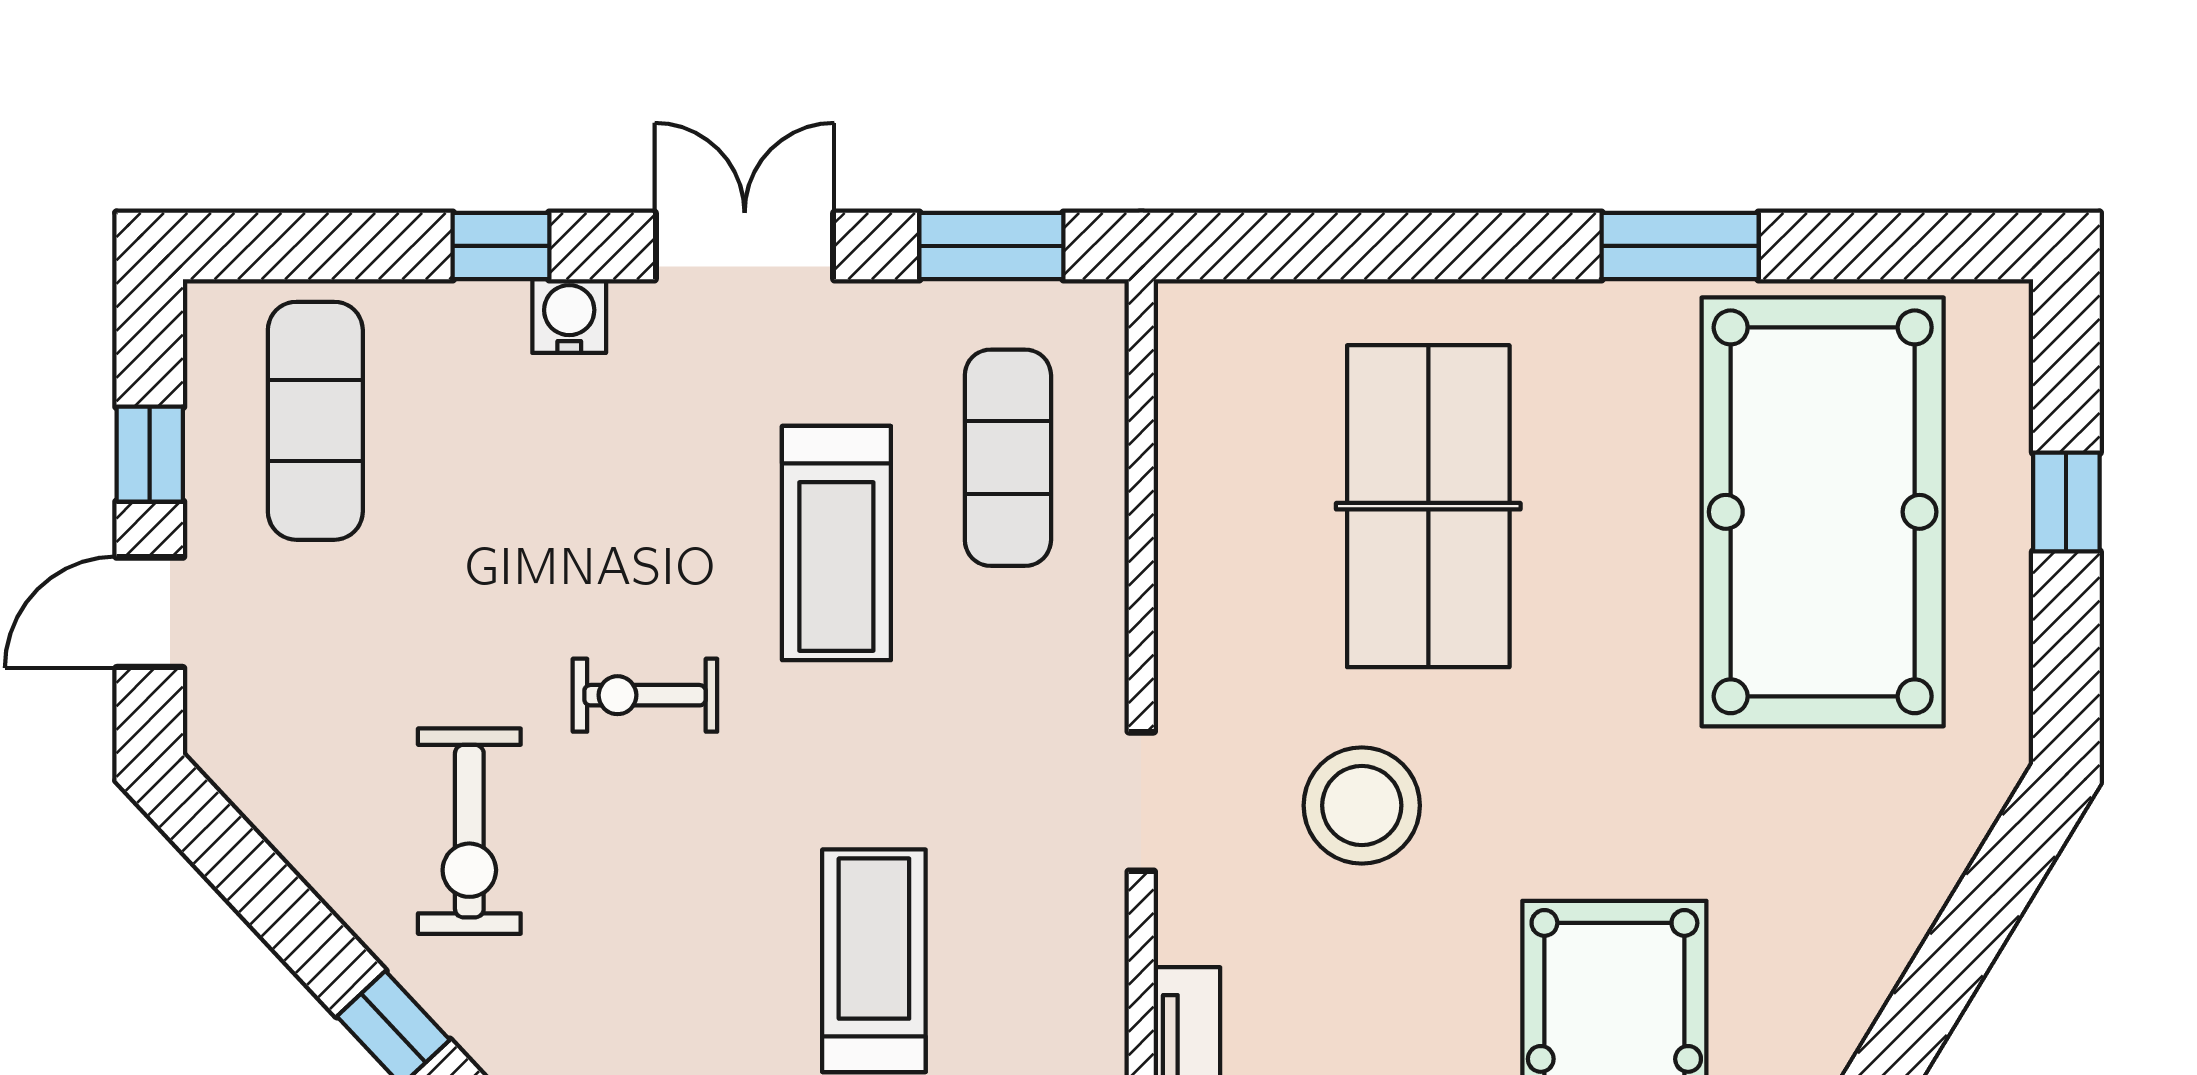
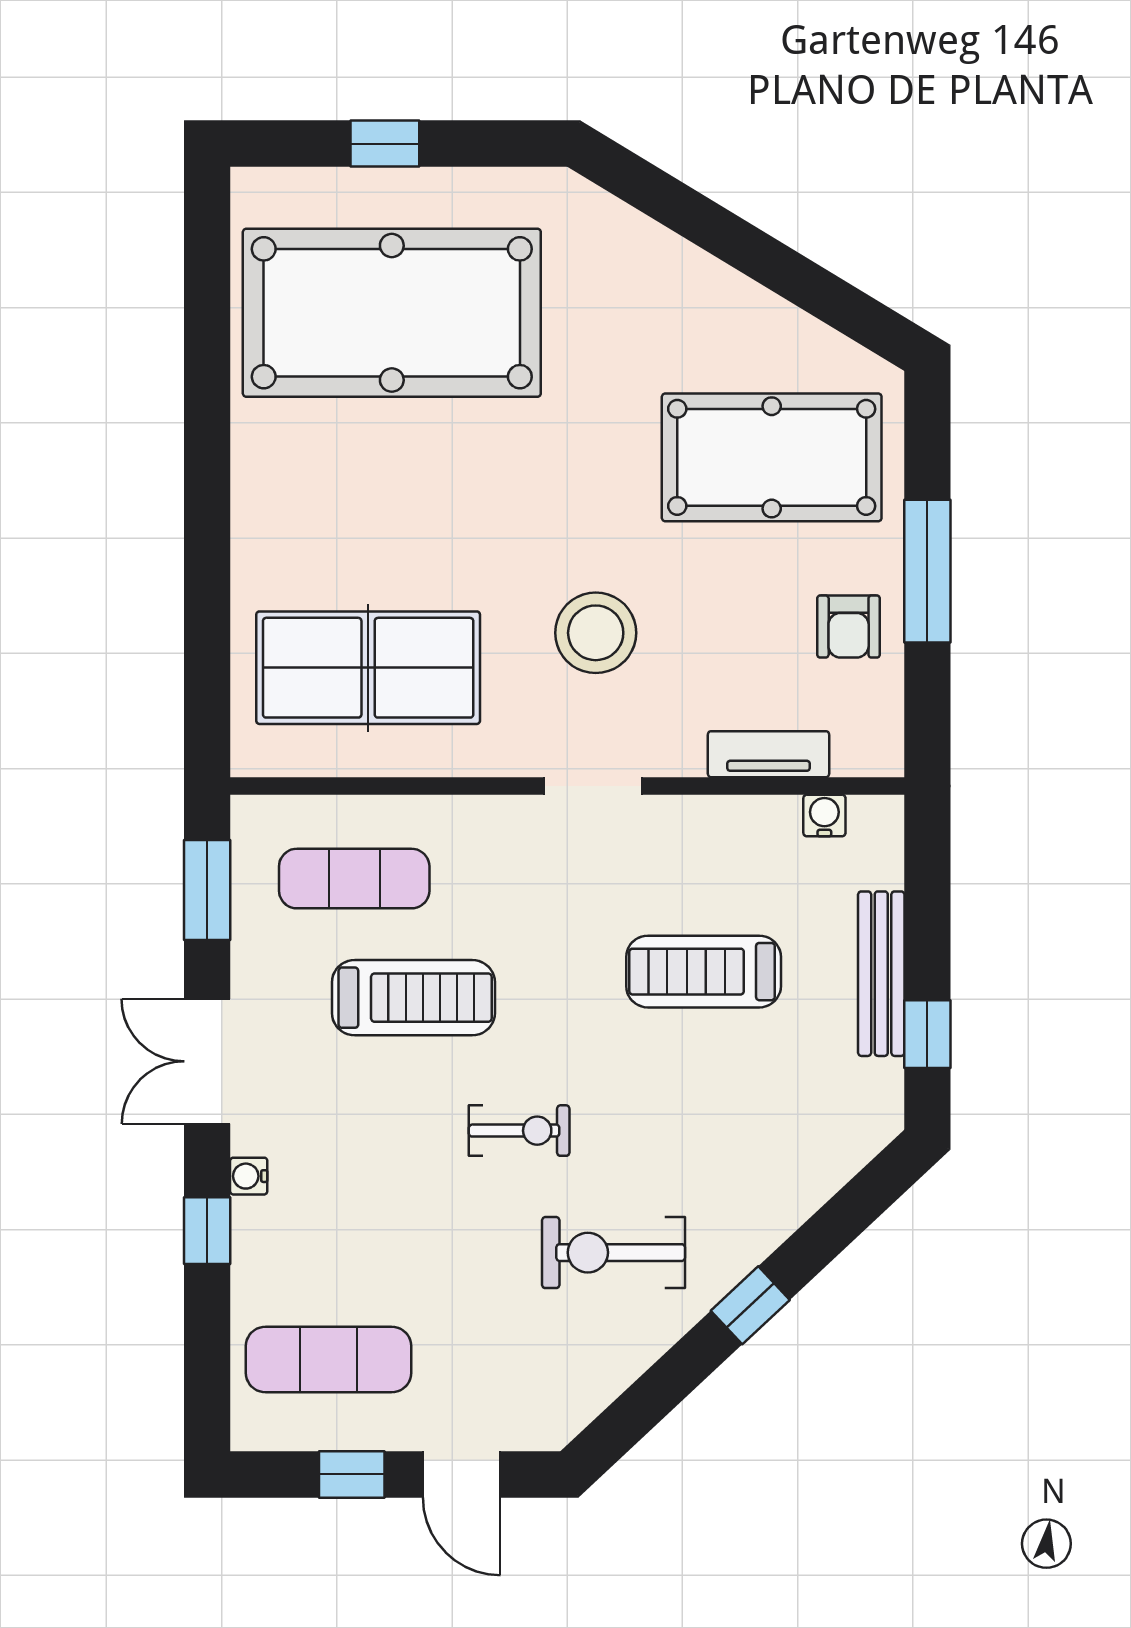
window: (1680, 246) -> (207, 412), removed
water cooler: (569, 316) -> (249, 1176), width x0.72, depth x0.72
table tennis table: (1428, 506) -> (368, 668), moved
exercise bike: (645, 695) -> (519, 1131), turned -90
exercise bike: (469, 831) -> (614, 1253), turned 180

